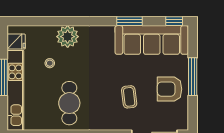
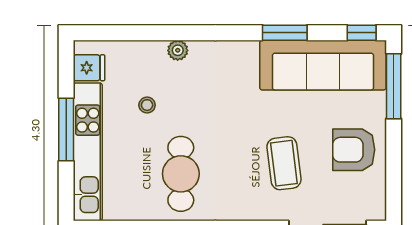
plant: (68, 37) -> (178, 50), width x0.53, depth x0.53
window: (193, 77) -> (394, 86), moved
coffee table: (129, 97) -> (284, 163), width x1.36, depth x1.30

